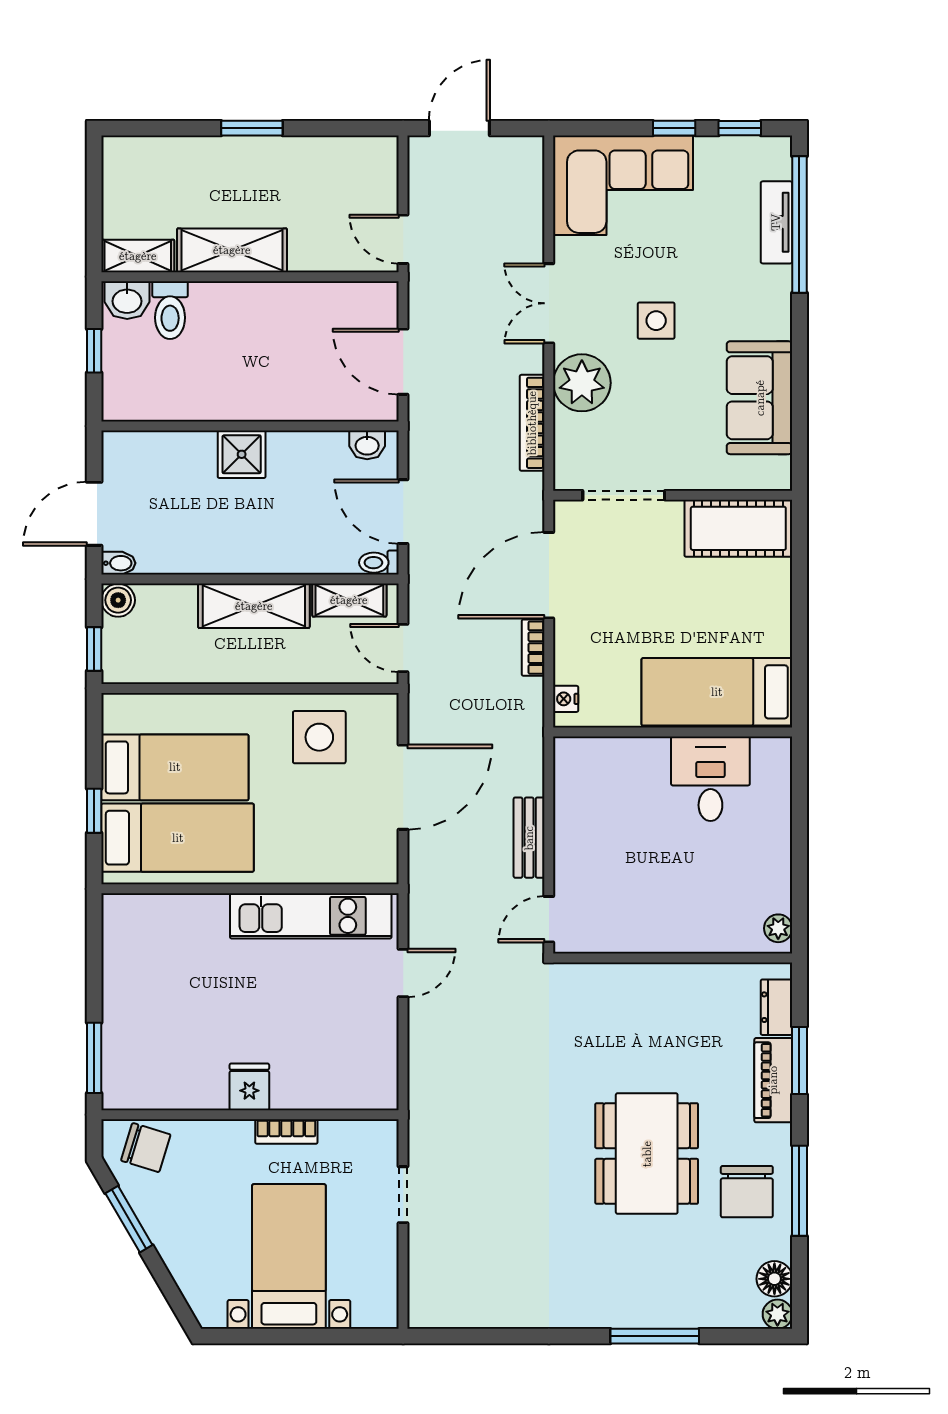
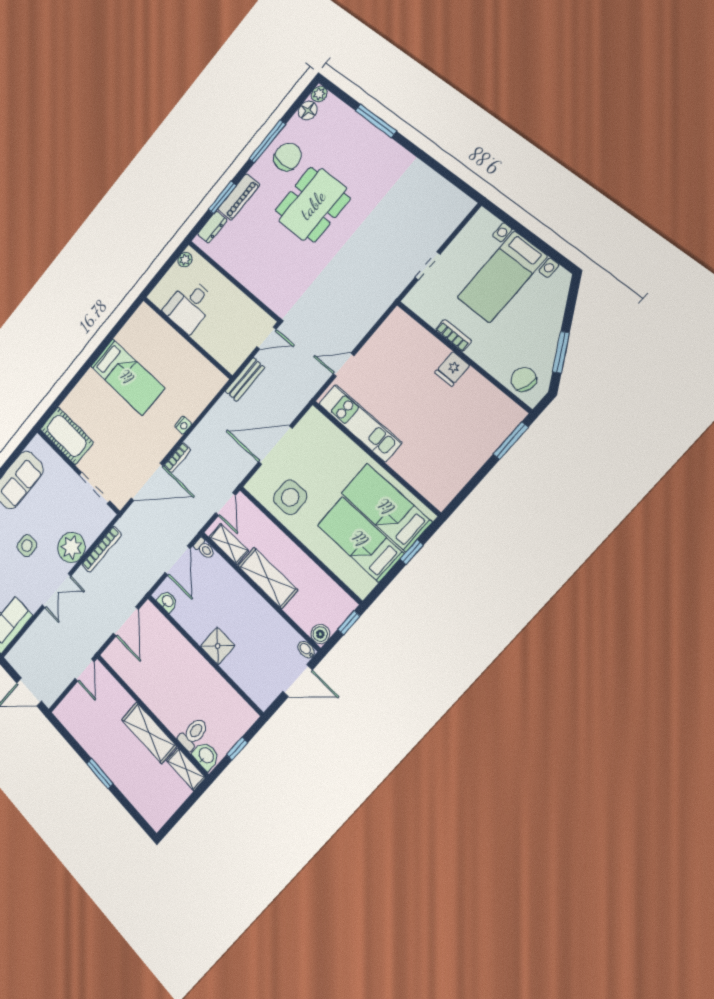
wall: (673, 732) -> (187, 337), moved
desk: (710, 779) -> (189, 306), moved

